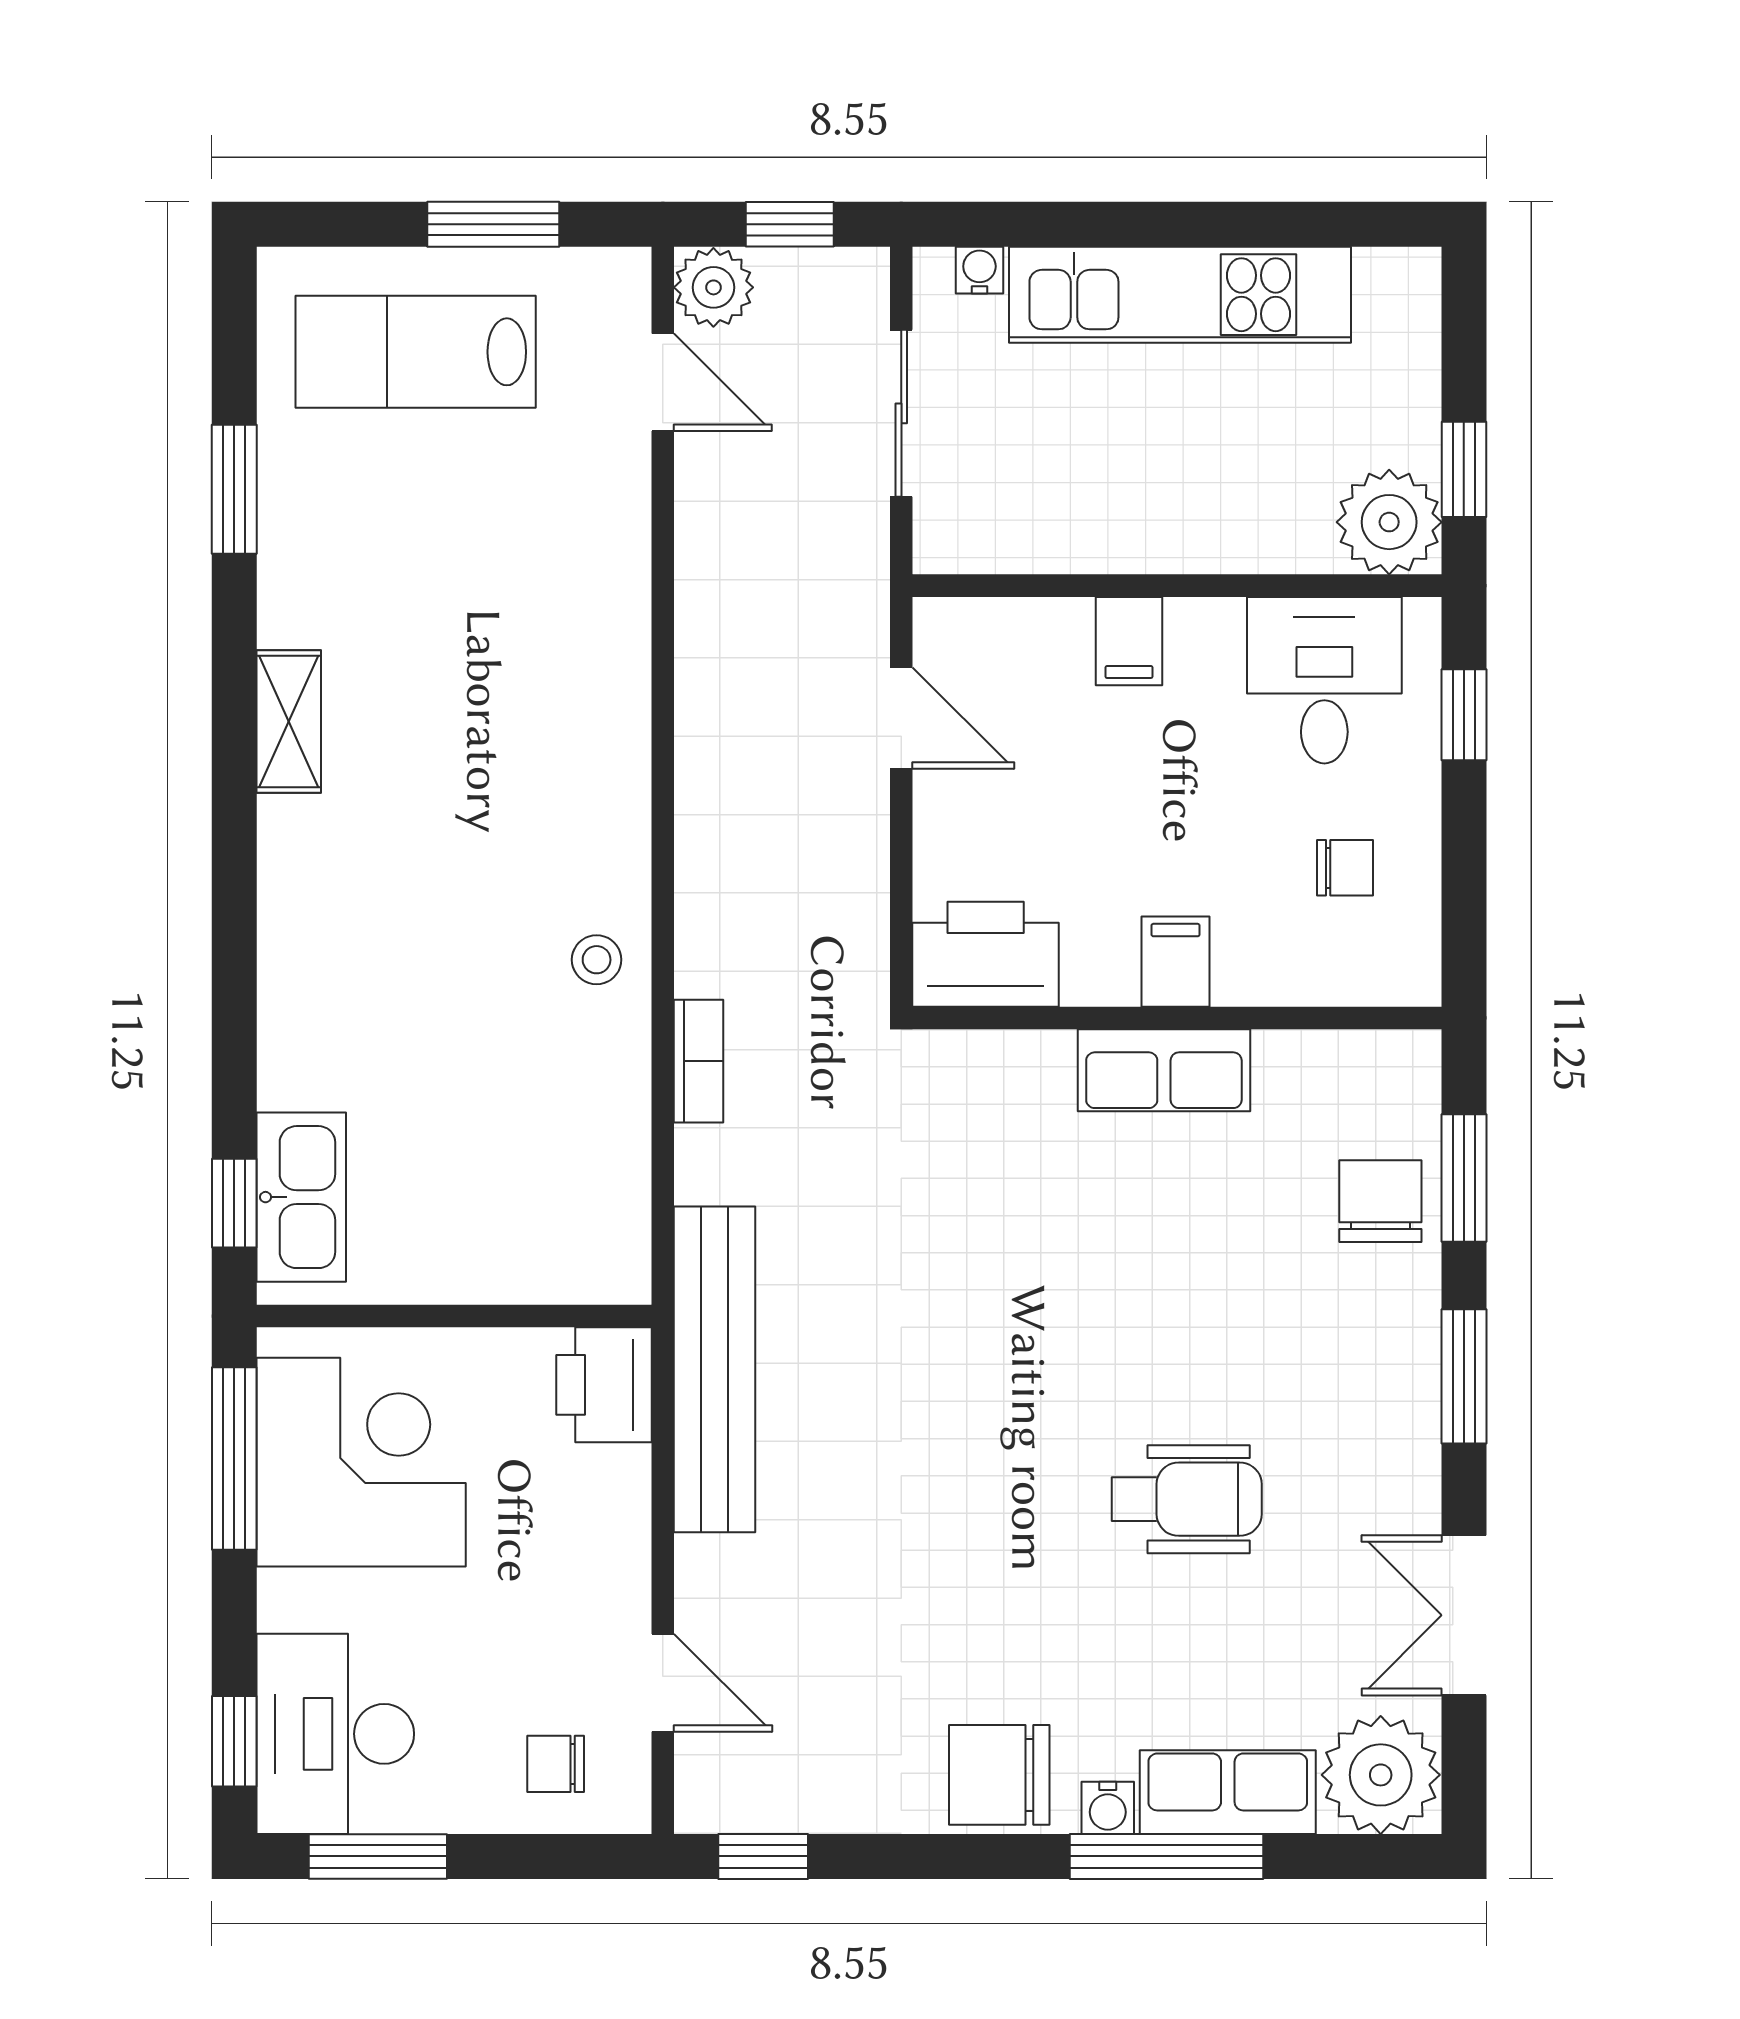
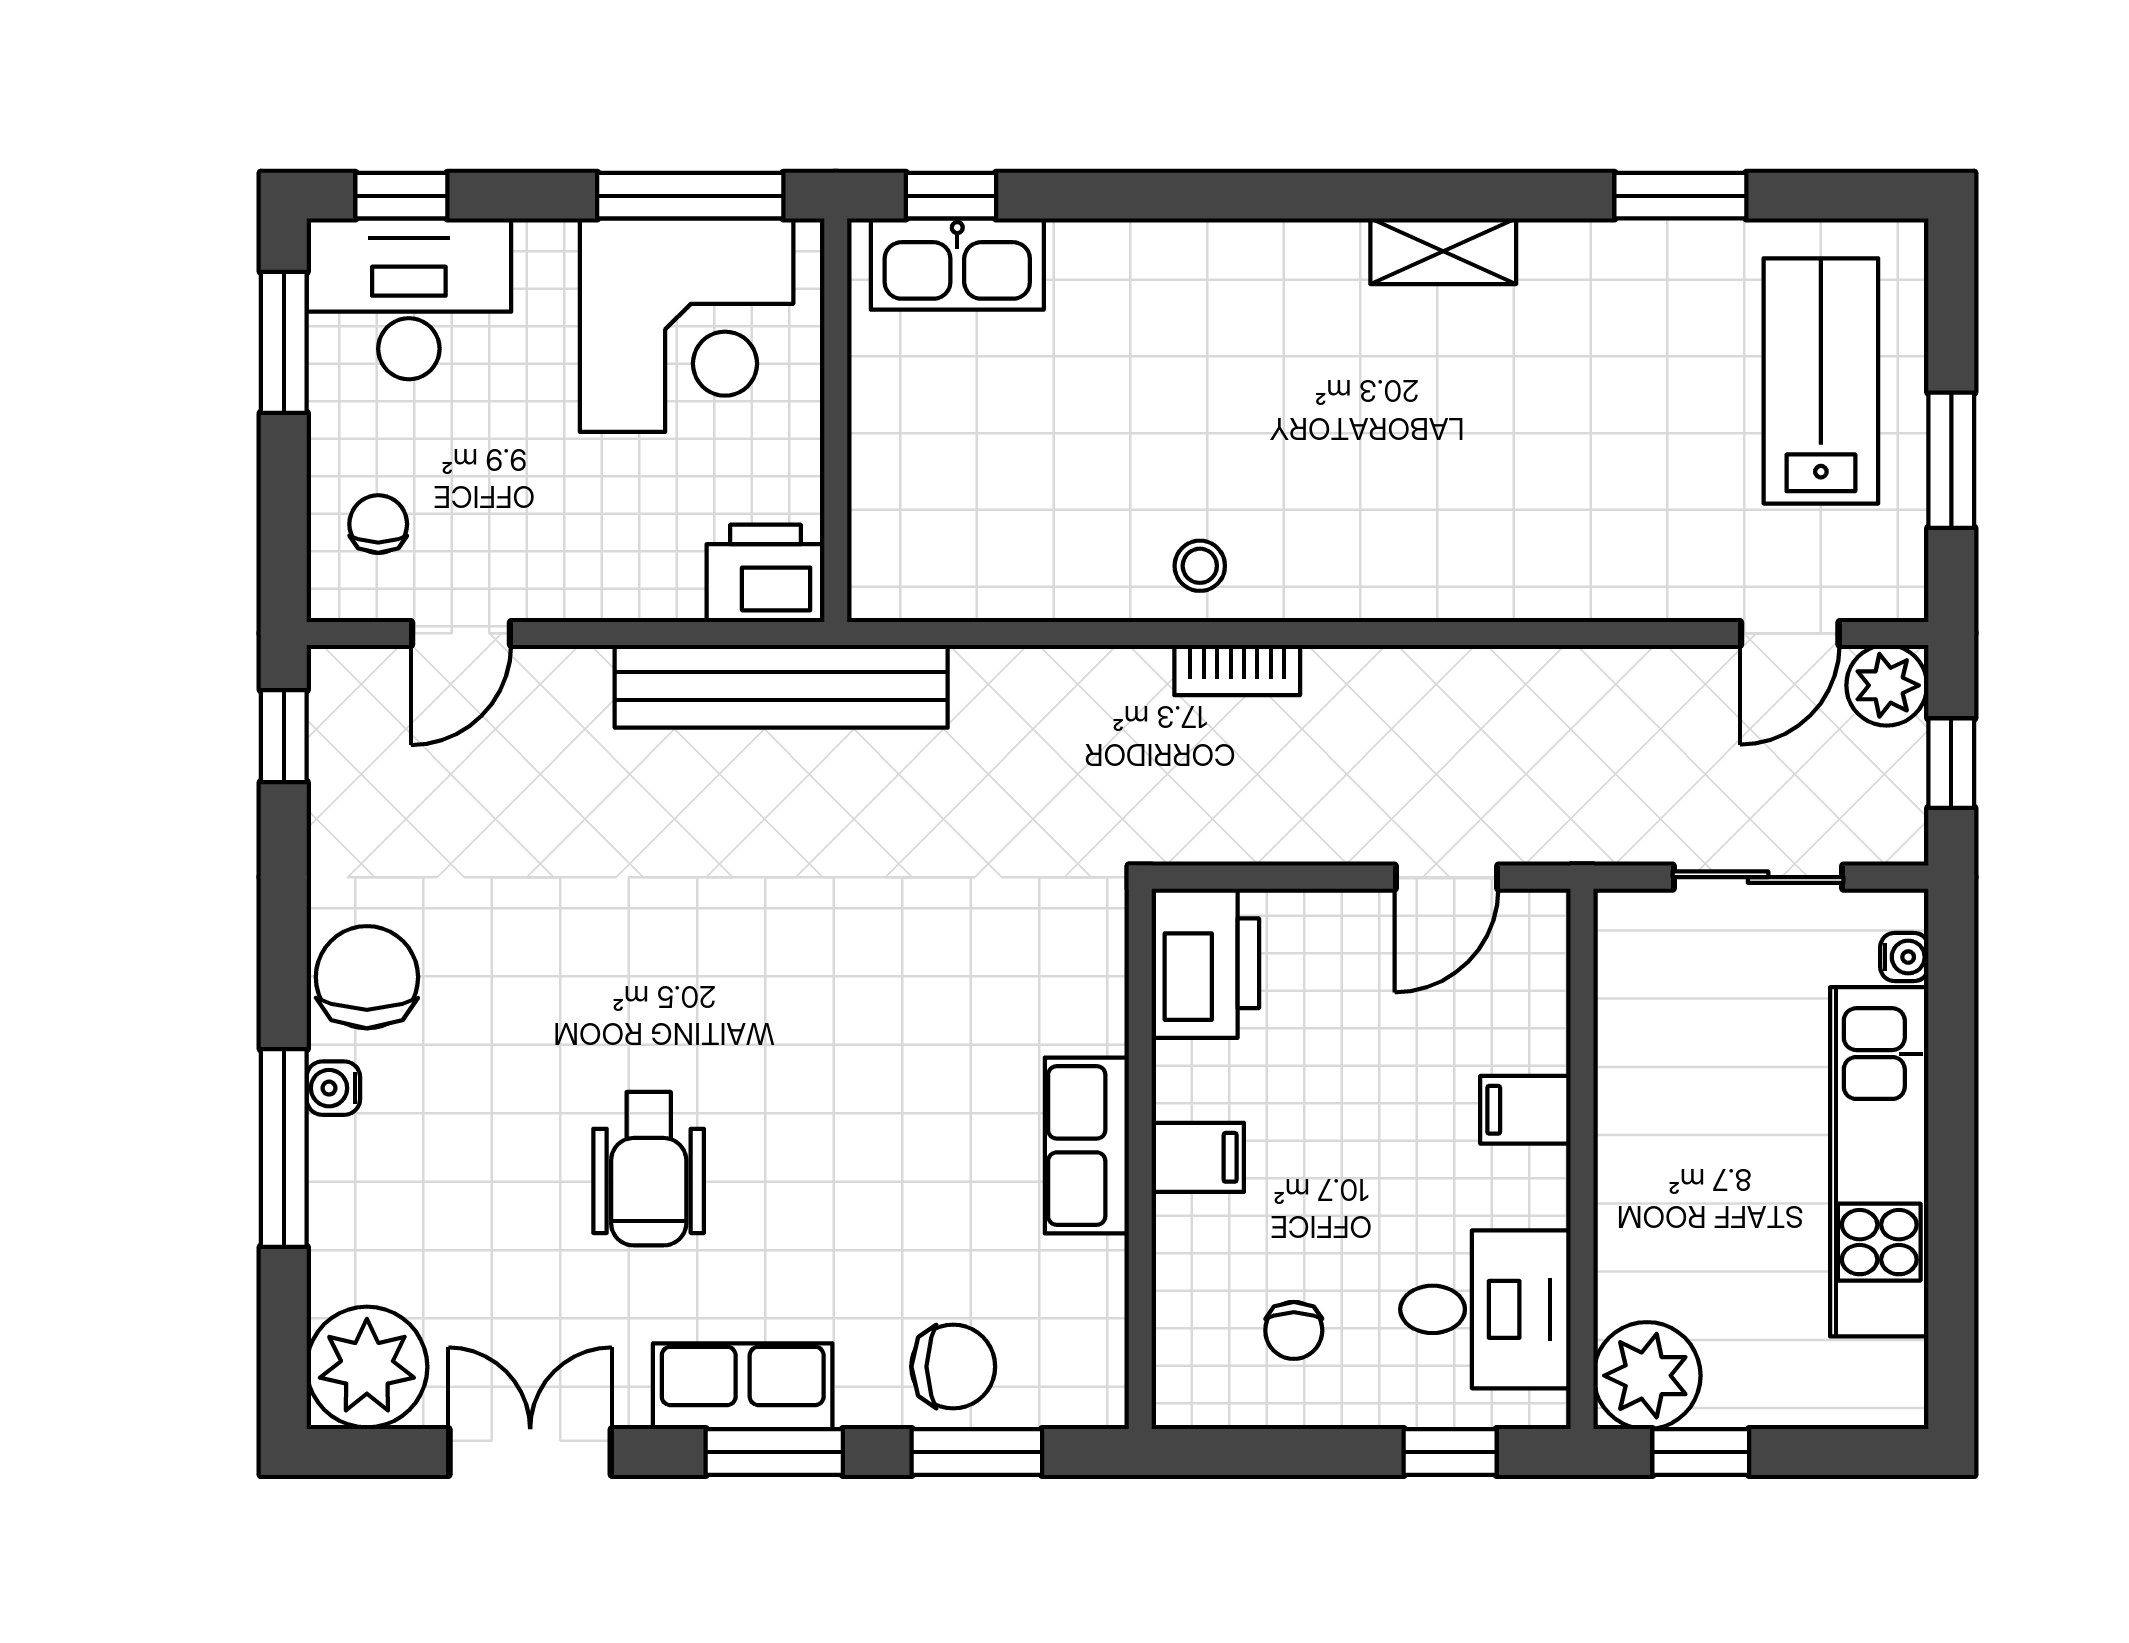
bookcase: (699, 1061) -> (1237, 670), moved
row of seats: (1228, 1792) -> (743, 1386), moved, turned -90

